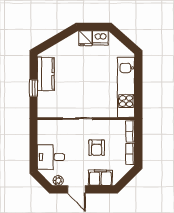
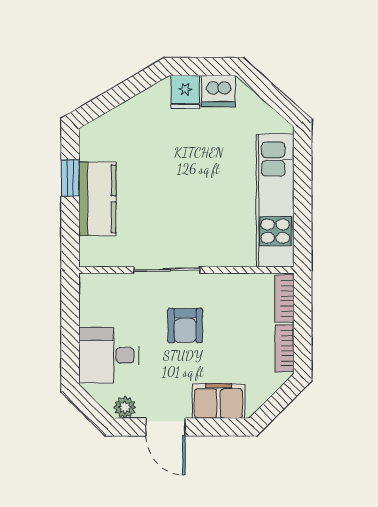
kitchen counter: (46, 74) -> (97, 199), moved
window: (33, 88) -> (70, 178), moved
armchair: (97, 148) -> (185, 326), moved

